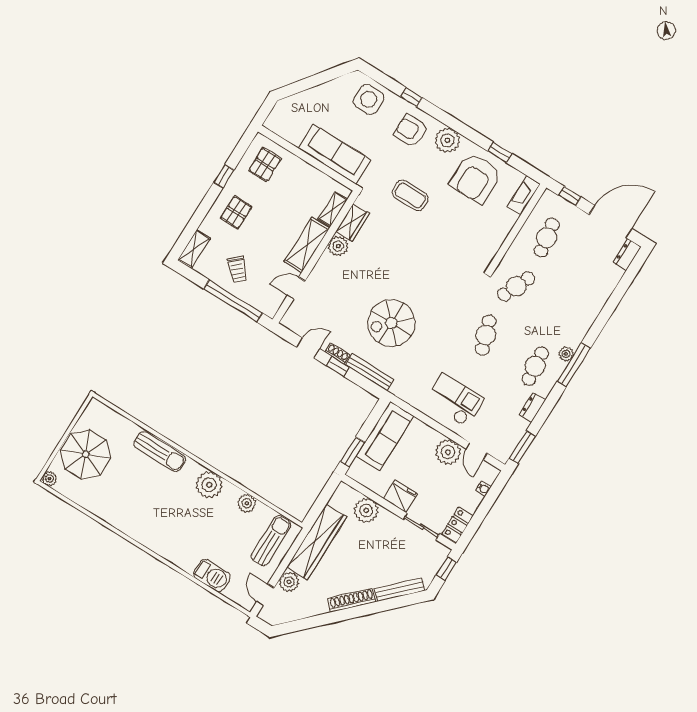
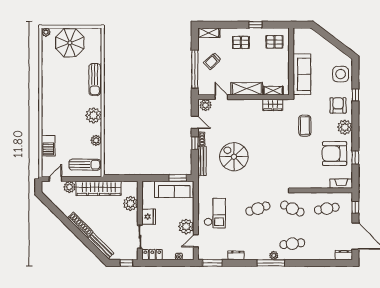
plant: (338, 246) -> (206, 105), moved
cafe table: (535, 366) -> (292, 244), moved
window: (353, 452) -> (178, 178), moved

